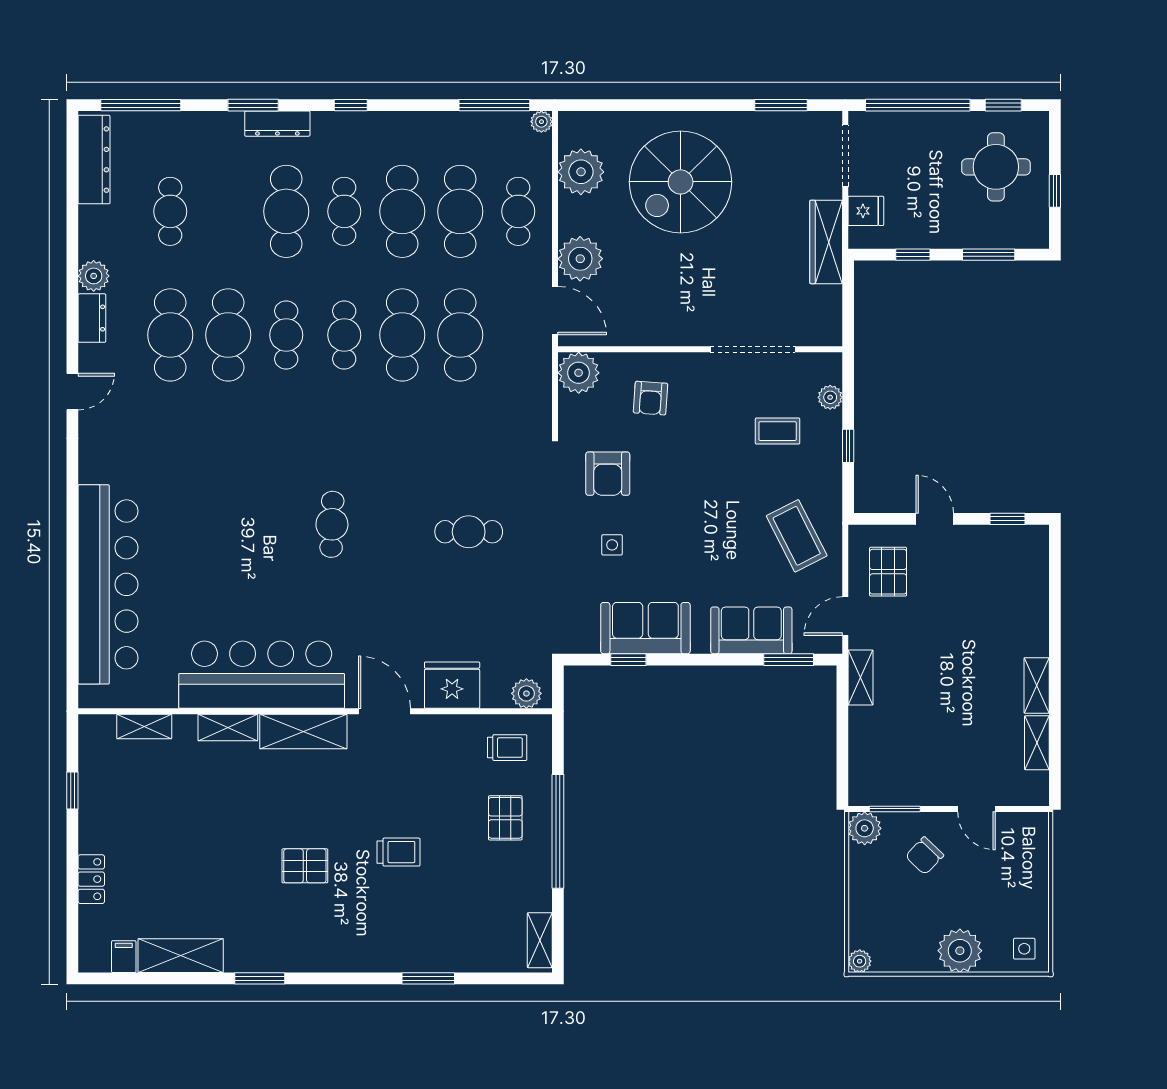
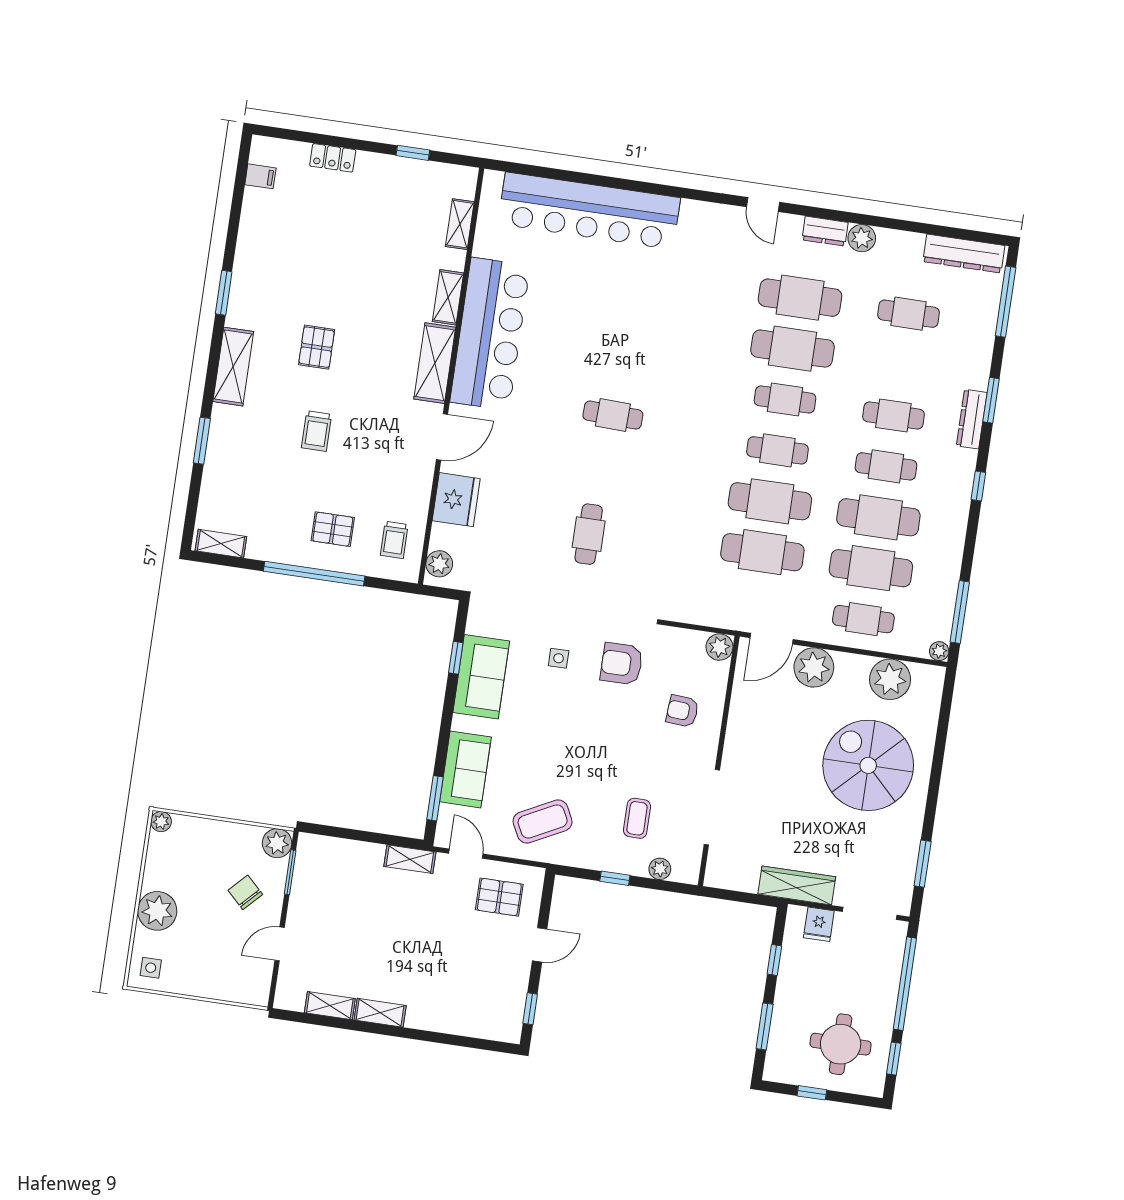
cafe table: (286, 211) -> (893, 415), width x0.73, depth x0.74
plant: (579, 373) -> (719, 647), width x0.73, depth x0.73
shelving: (181, 956) -> (233, 367), moved

